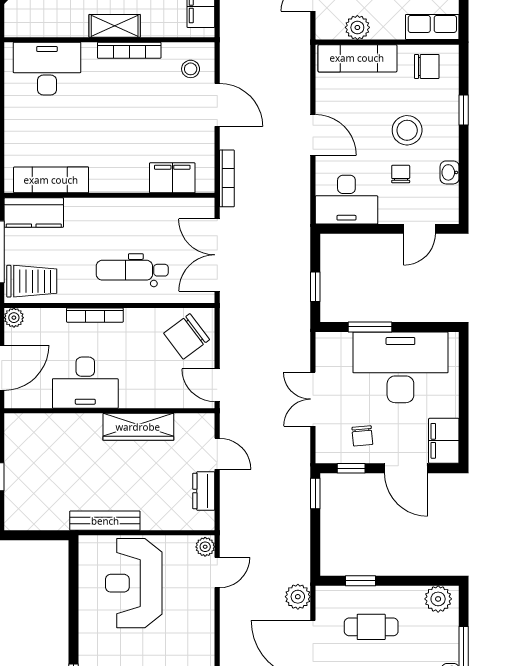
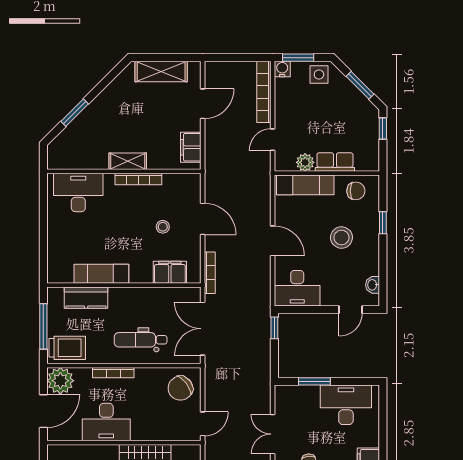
row of seats: (432, 27) -> (335, 162), moved
stool: (191, 69) -> (163, 227), moved
washbasin: (450, 172) -> (373, 285), moved
chair: (401, 174) -> (337, 270), removed
exam couch: (51, 180) -> (101, 274), moved
kitchen counter: (34, 213) -> (86, 298), moved
window: (315, 287) -> (274, 328), moved
plant: (14, 318) -> (60, 381), width x1.87, depth x1.87
desk: (400, 367) -> (346, 405), width x0.73, depth x0.77
door: (217, 385) -> (203, 424), swing flipped

